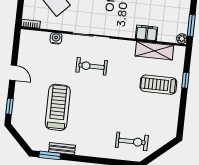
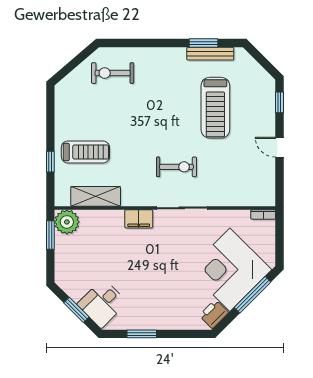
filing cabinet: (147, 33) -> (139, 219), moved
water cooler: (56, 38) -> (228, 199), removed
plant: (182, 39) -> (67, 222), width x1.87, depth x1.87
bench: (62, 149) -> (210, 54), width x1.36
window: (50, 155) -> (204, 43), moved

